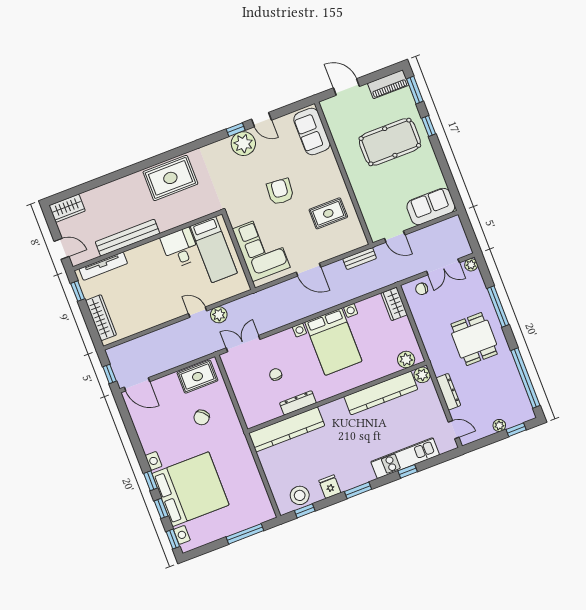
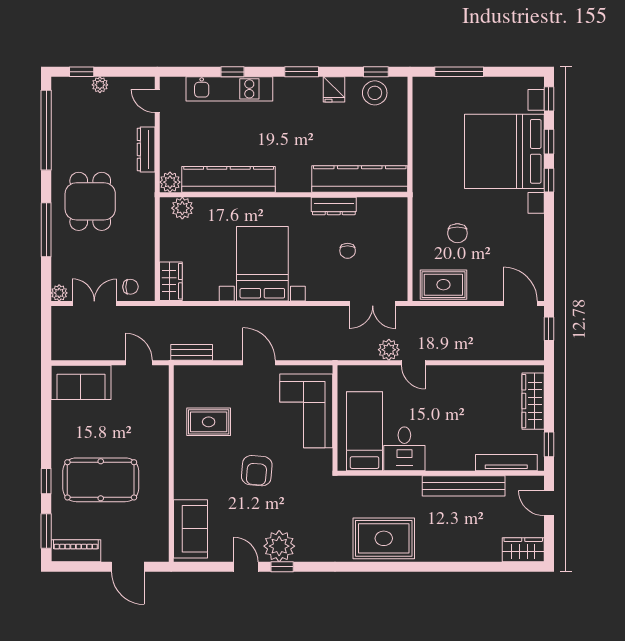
chair: (202, 417) -> (457, 233), turned 136

